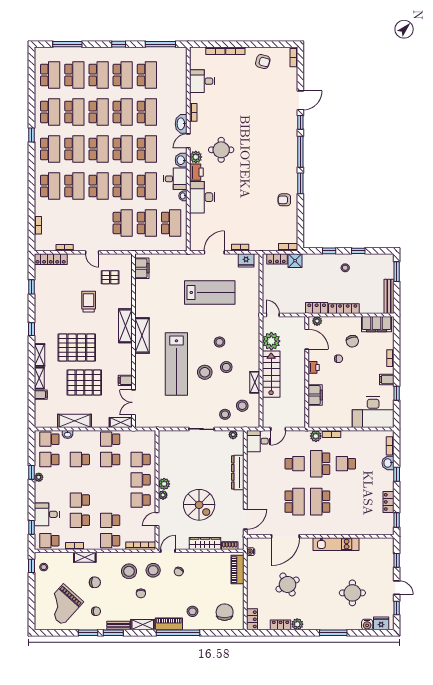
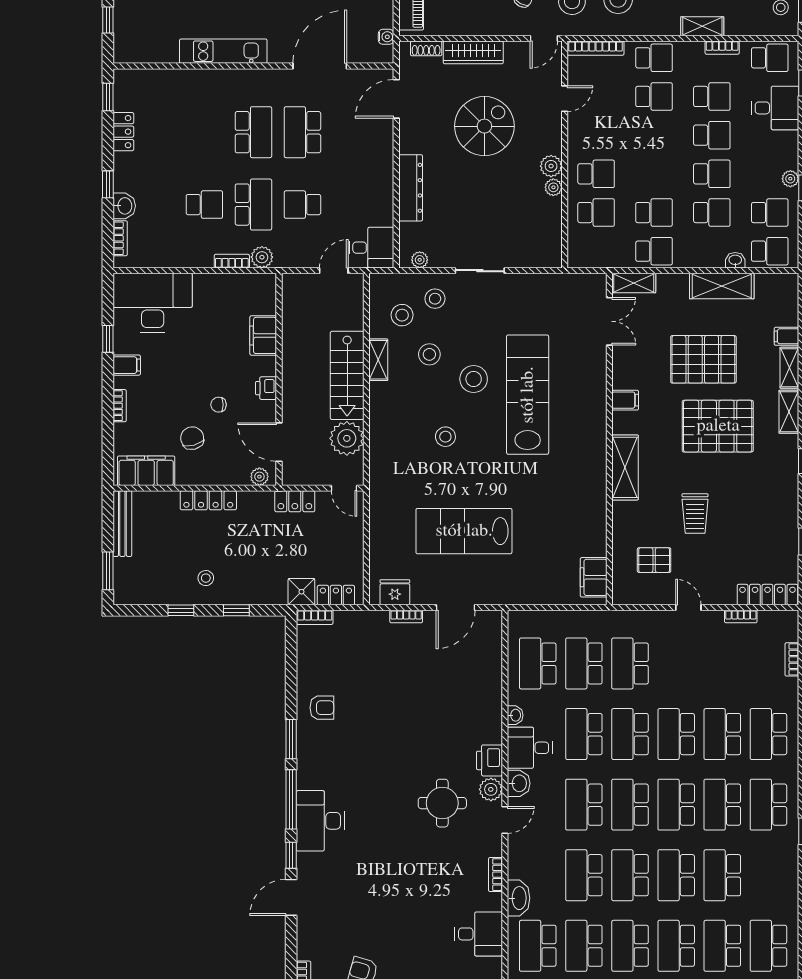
school desk: (50, 112) -> (538, 946), moved
washbasin: (181, 124) -> (519, 898), moved
desk: (202, 197) -> (320, 821), moved, turned 180
locker: (317, 308) -> (295, 501), moved
shelving: (142, 335) -> (593, 449), removed
stool: (226, 367) -> (429, 354), moved
filing cabinet: (125, 380) -> (625, 400), moved
plant: (163, 495) -> (553, 187), moved
school desk: (141, 500) -> (712, 174), moved
spiral stairs: (199, 505) -> (484, 126), turned 90

